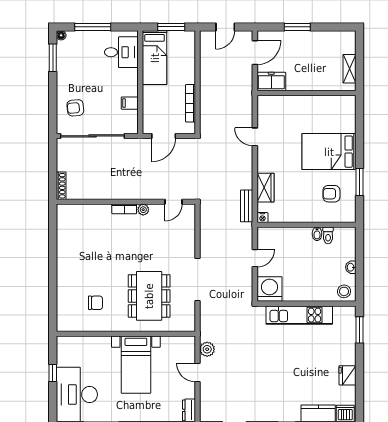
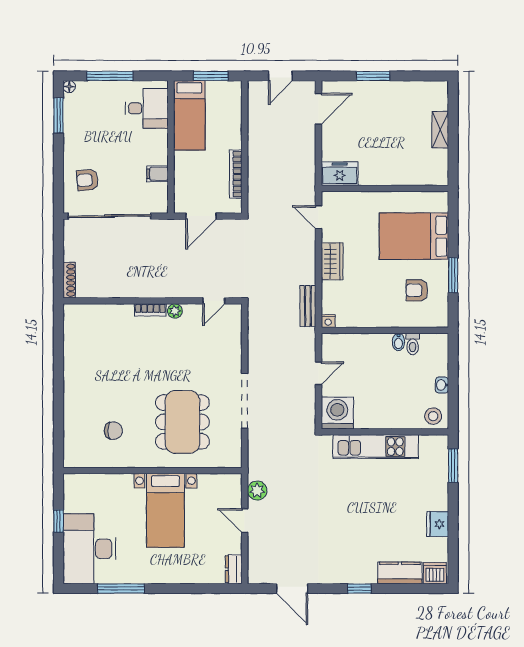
freezer: (271, 81) -> (340, 174), moved
wall: (306, 93) -> (385, 188), moved
wardrobe: (265, 188) -> (332, 261), moved

